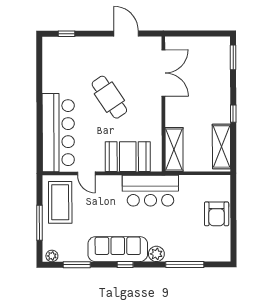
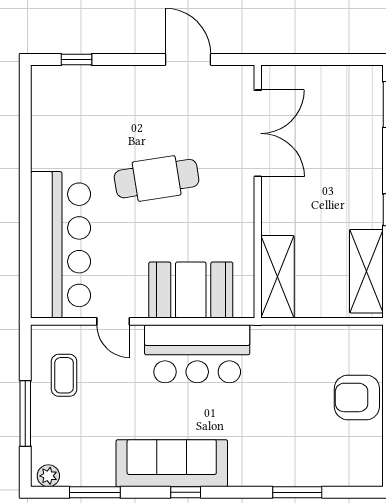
cafe table: (109, 97) -> (157, 179), turned -65
bar counter: (150, 191) -> (197, 354), moved
coffee table: (60, 202) -> (64, 375), width x0.54, depth x0.58
armchair: (217, 214) -> (357, 397), turned 90
plant: (156, 254) -> (244, 472), removed
window: (185, 264) -> (297, 492), width x0.69

